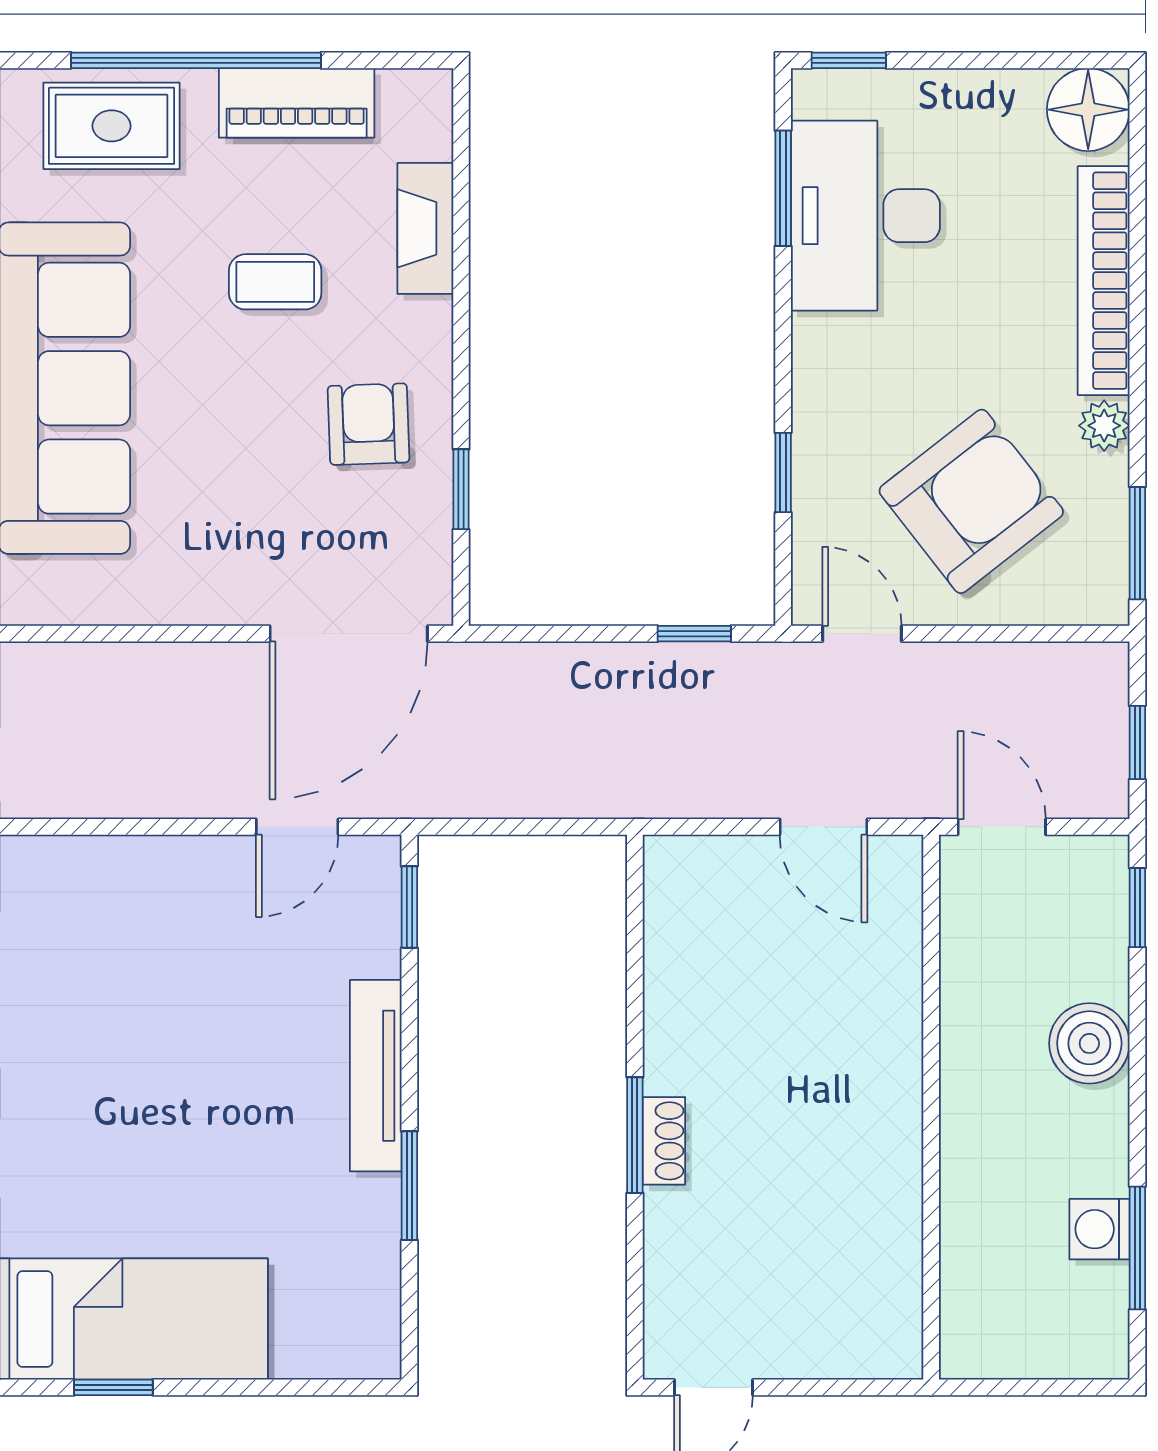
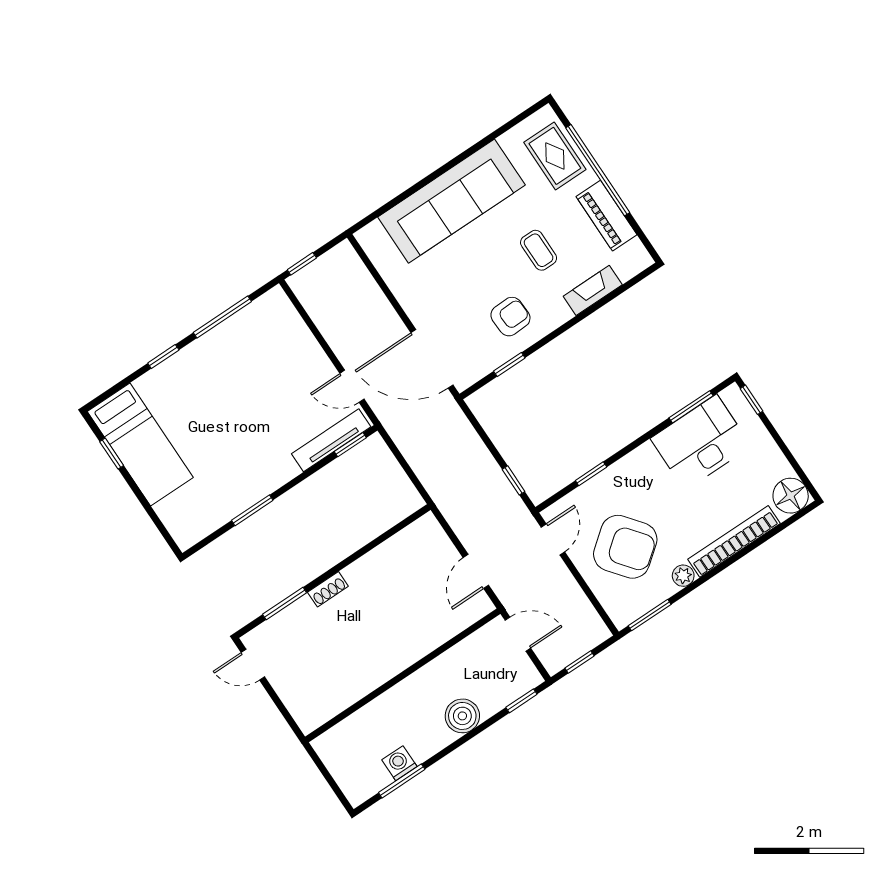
door: (1002, 827) -> (518, 634), hinge flipped
tv unit: (376, 1076) -> (331, 440), moved
window: (635, 1135) -> (285, 603), moved

